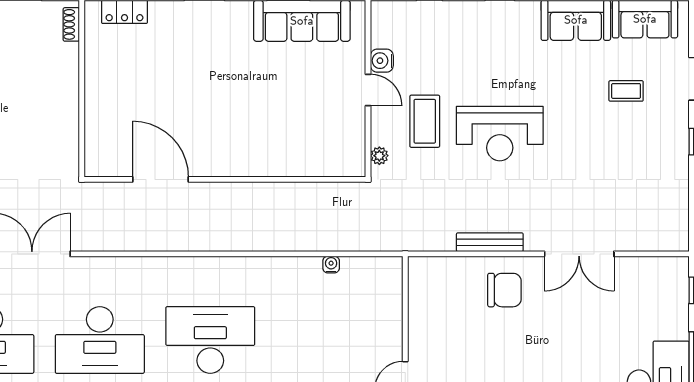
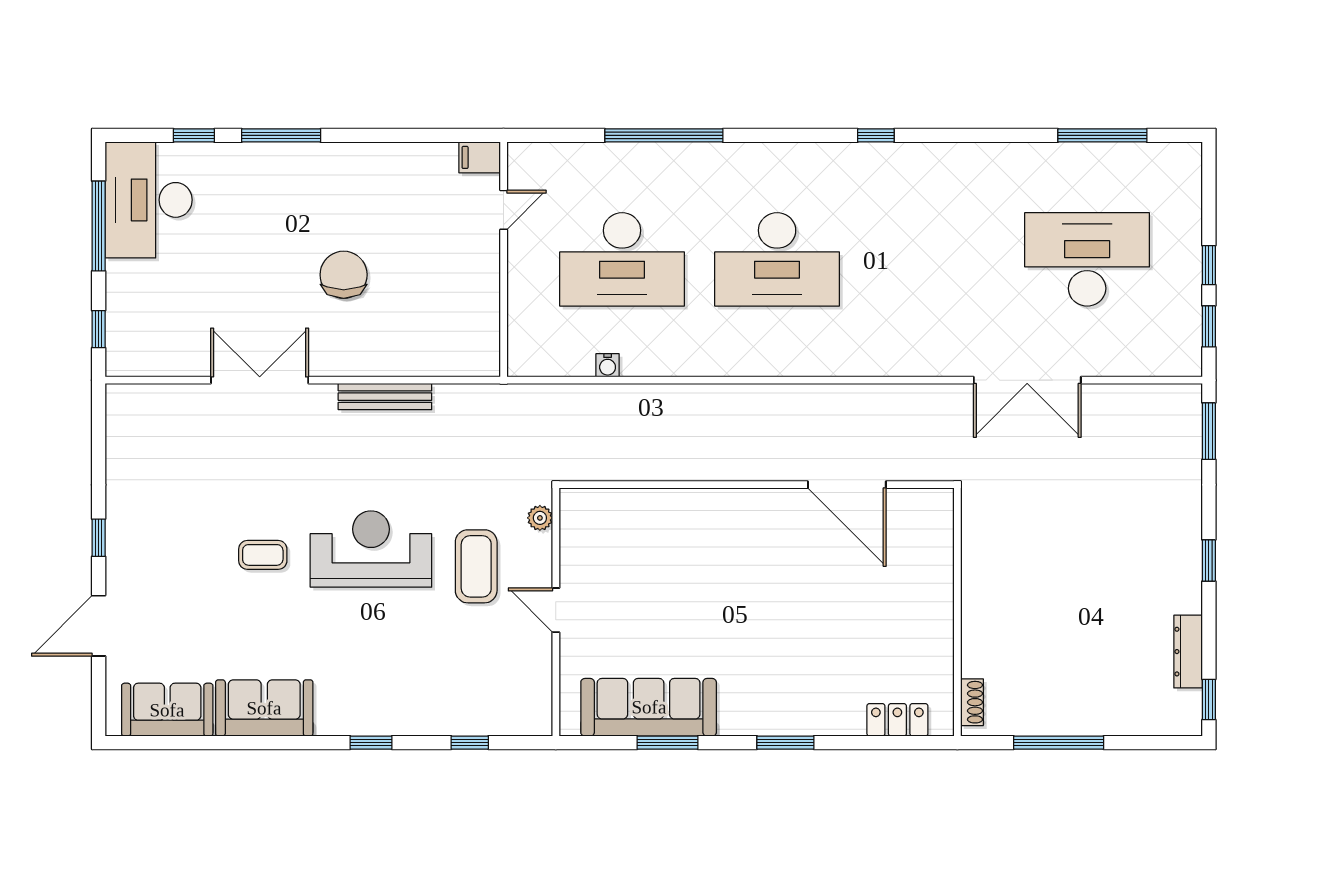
water cooler: (382, 61) -> (536, 651), removed
coffee table: (626, 91) -> (263, 555), moved
chair: (504, 290) -> (344, 275), moved, turned 90
desk: (100, 340) -> (622, 259), moved, turned 180

